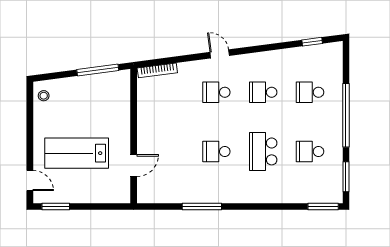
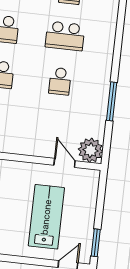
lab bench: (77, 153) -> (46, 217), turned 180
plant: (150, 191) -> (91, 150), added

